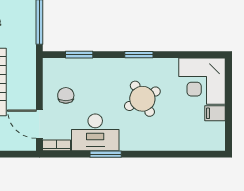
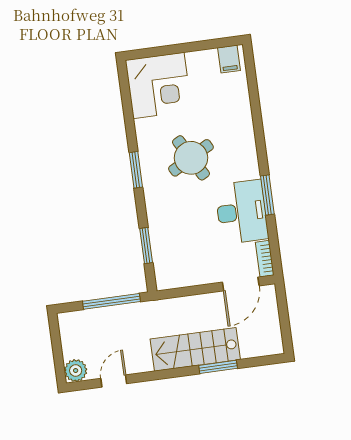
chair: (66, 95) -> (200, 255), removed
filing cabinet: (215, 113) -> (229, 59), moved

